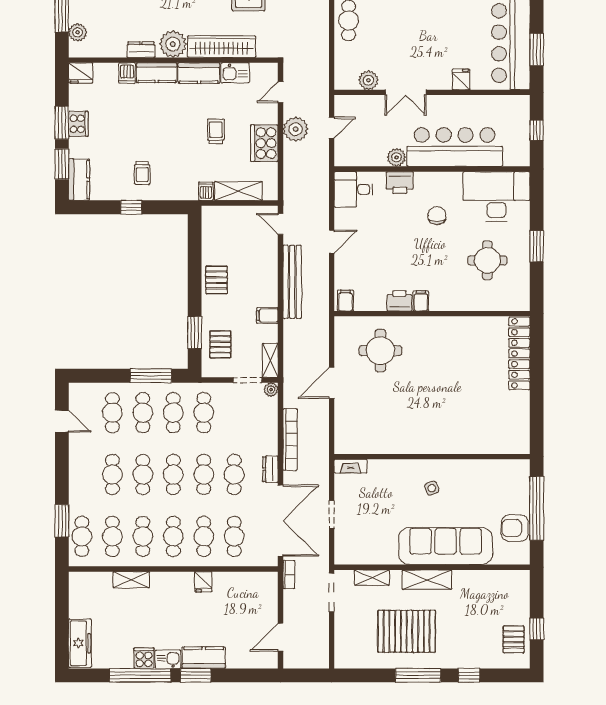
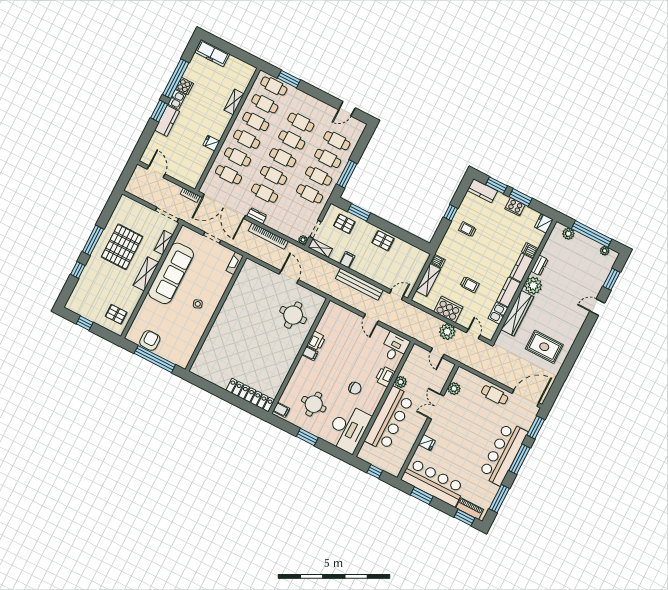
filing cabinet: (346, 301) -> (281, 410), moved
sofa: (446, 546) -> (171, 273), moved
pallet: (514, 639) -> (116, 314), moved

